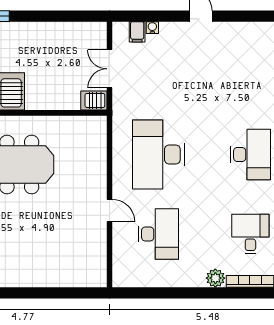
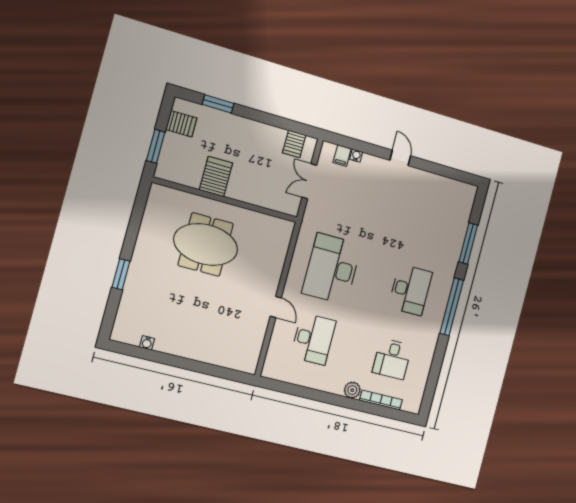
server rack: (94, 100) -> (294, 144), moved, turned -90
desk: (250, 234) -> (392, 359), turned 180

